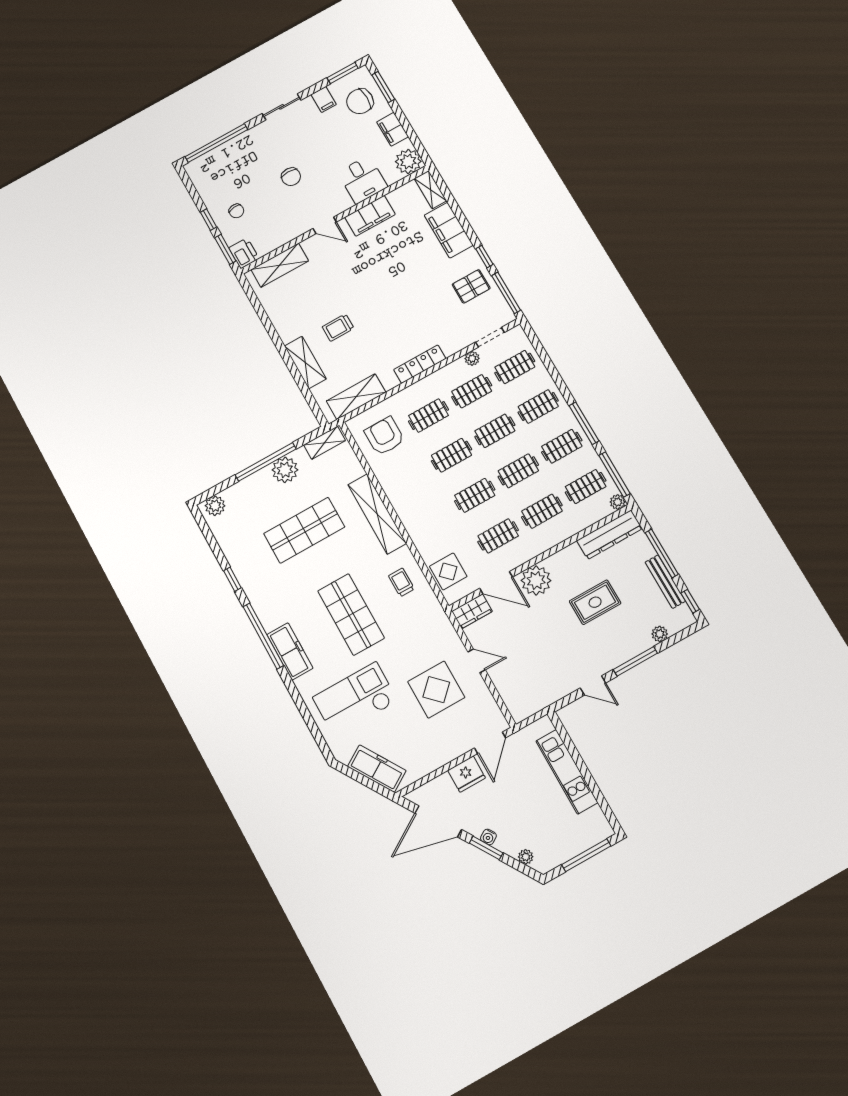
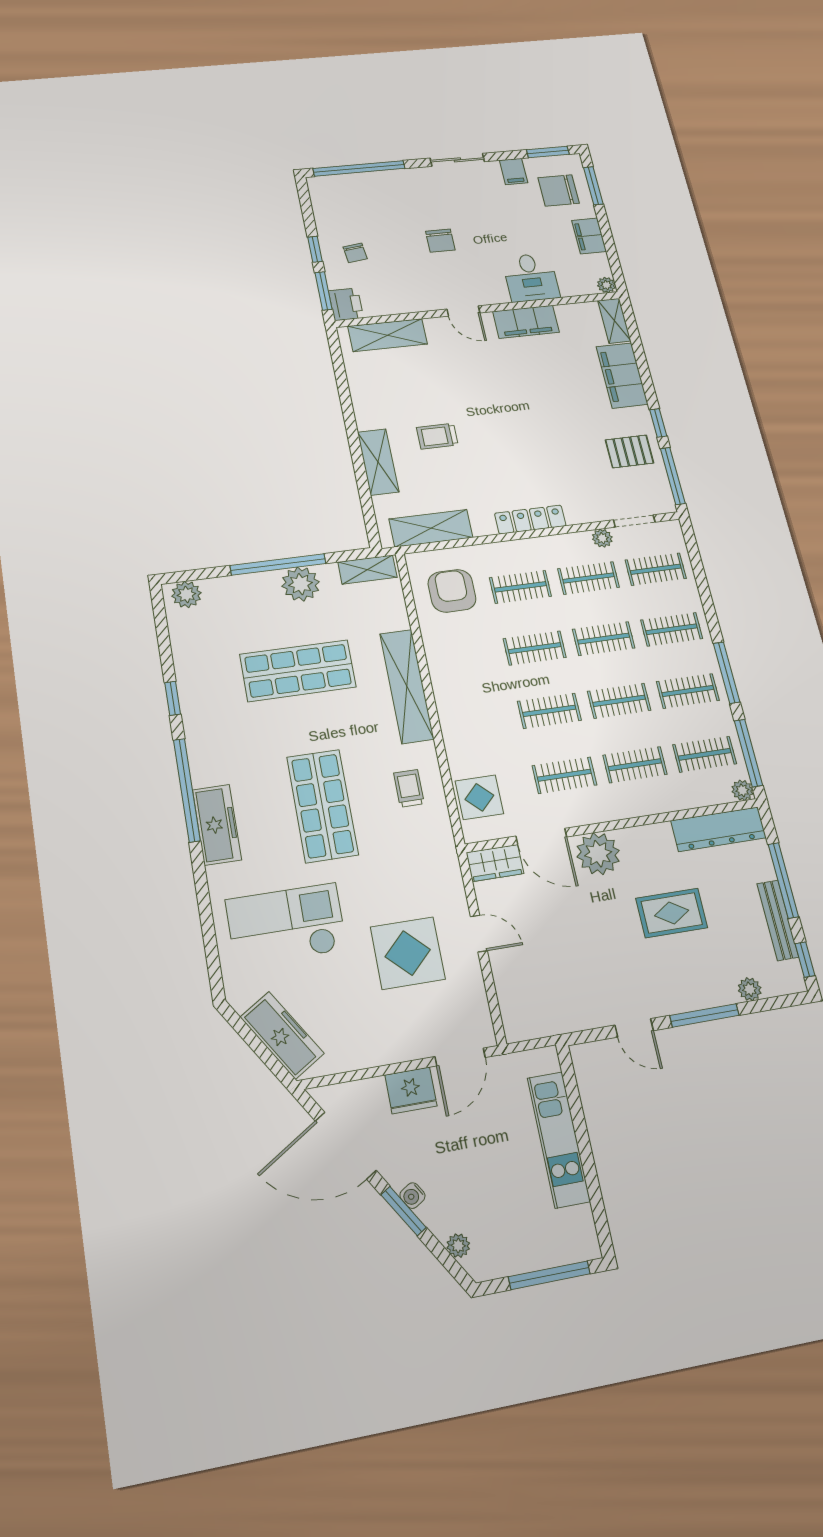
plant: (408, 161) -> (606, 285), width x0.53, depth x0.53

